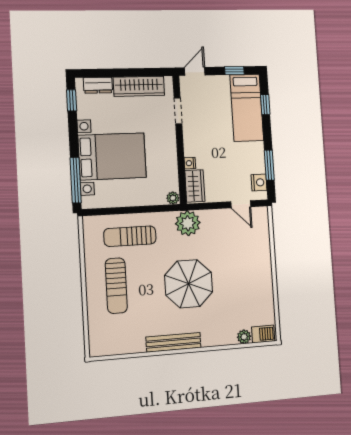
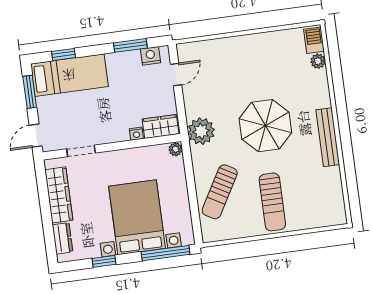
door: (195, 71) -> (36, 136), hinge flipped
window: (234, 71) -> (30, 92), width x1.50
window: (72, 100) -> (104, 261), moved
sun lounger: (130, 236) -> (220, 192), turned 30
sun lounger: (116, 286) -> (272, 202), turned 90

